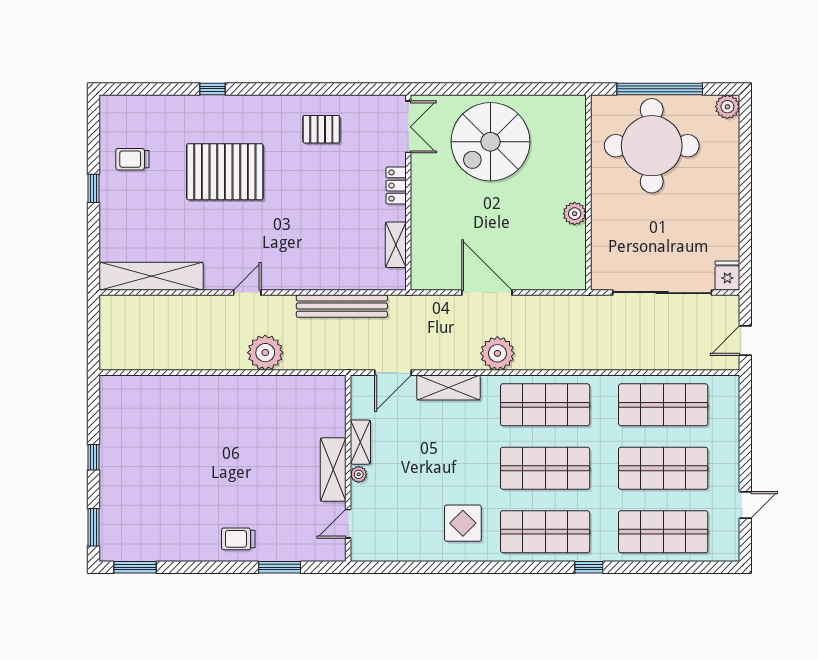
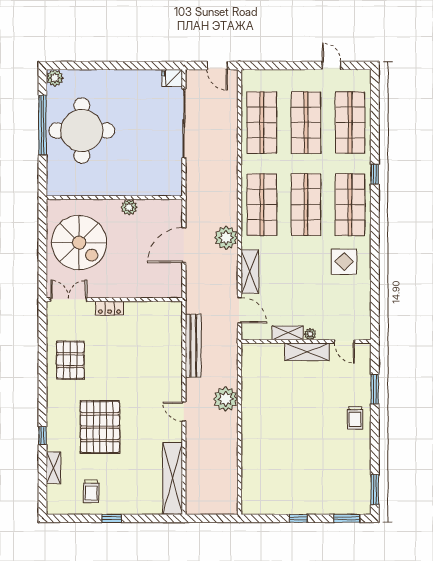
pallet: (321, 129) -> (70, 360), width x1.50, depth x1.42
wall: (588, 192) -> (114, 198), moved
plant: (575, 214) -> (129, 207), moved
shelving: (396, 245) -> (53, 468), moved, turned 90

